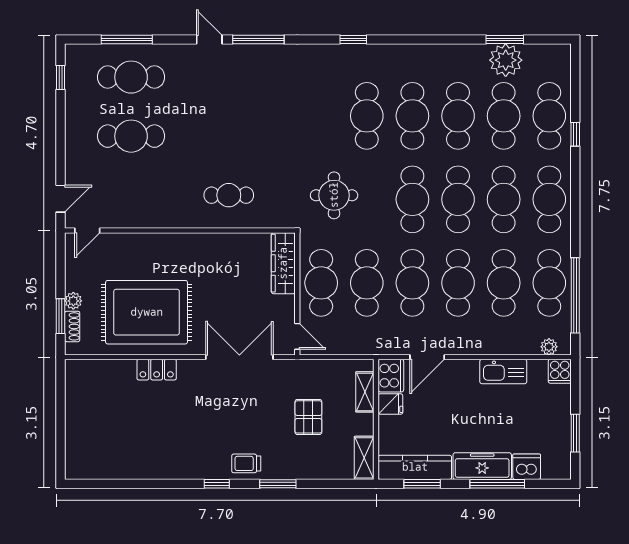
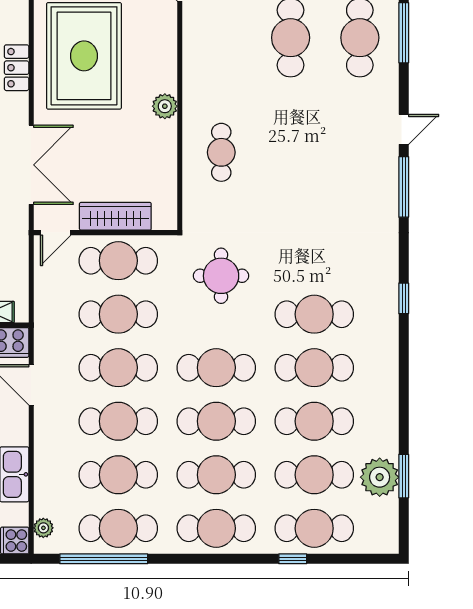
plant: (189, 243) -> (165, 106), added
wardrobe: (283, 263) -> (115, 216), moved

